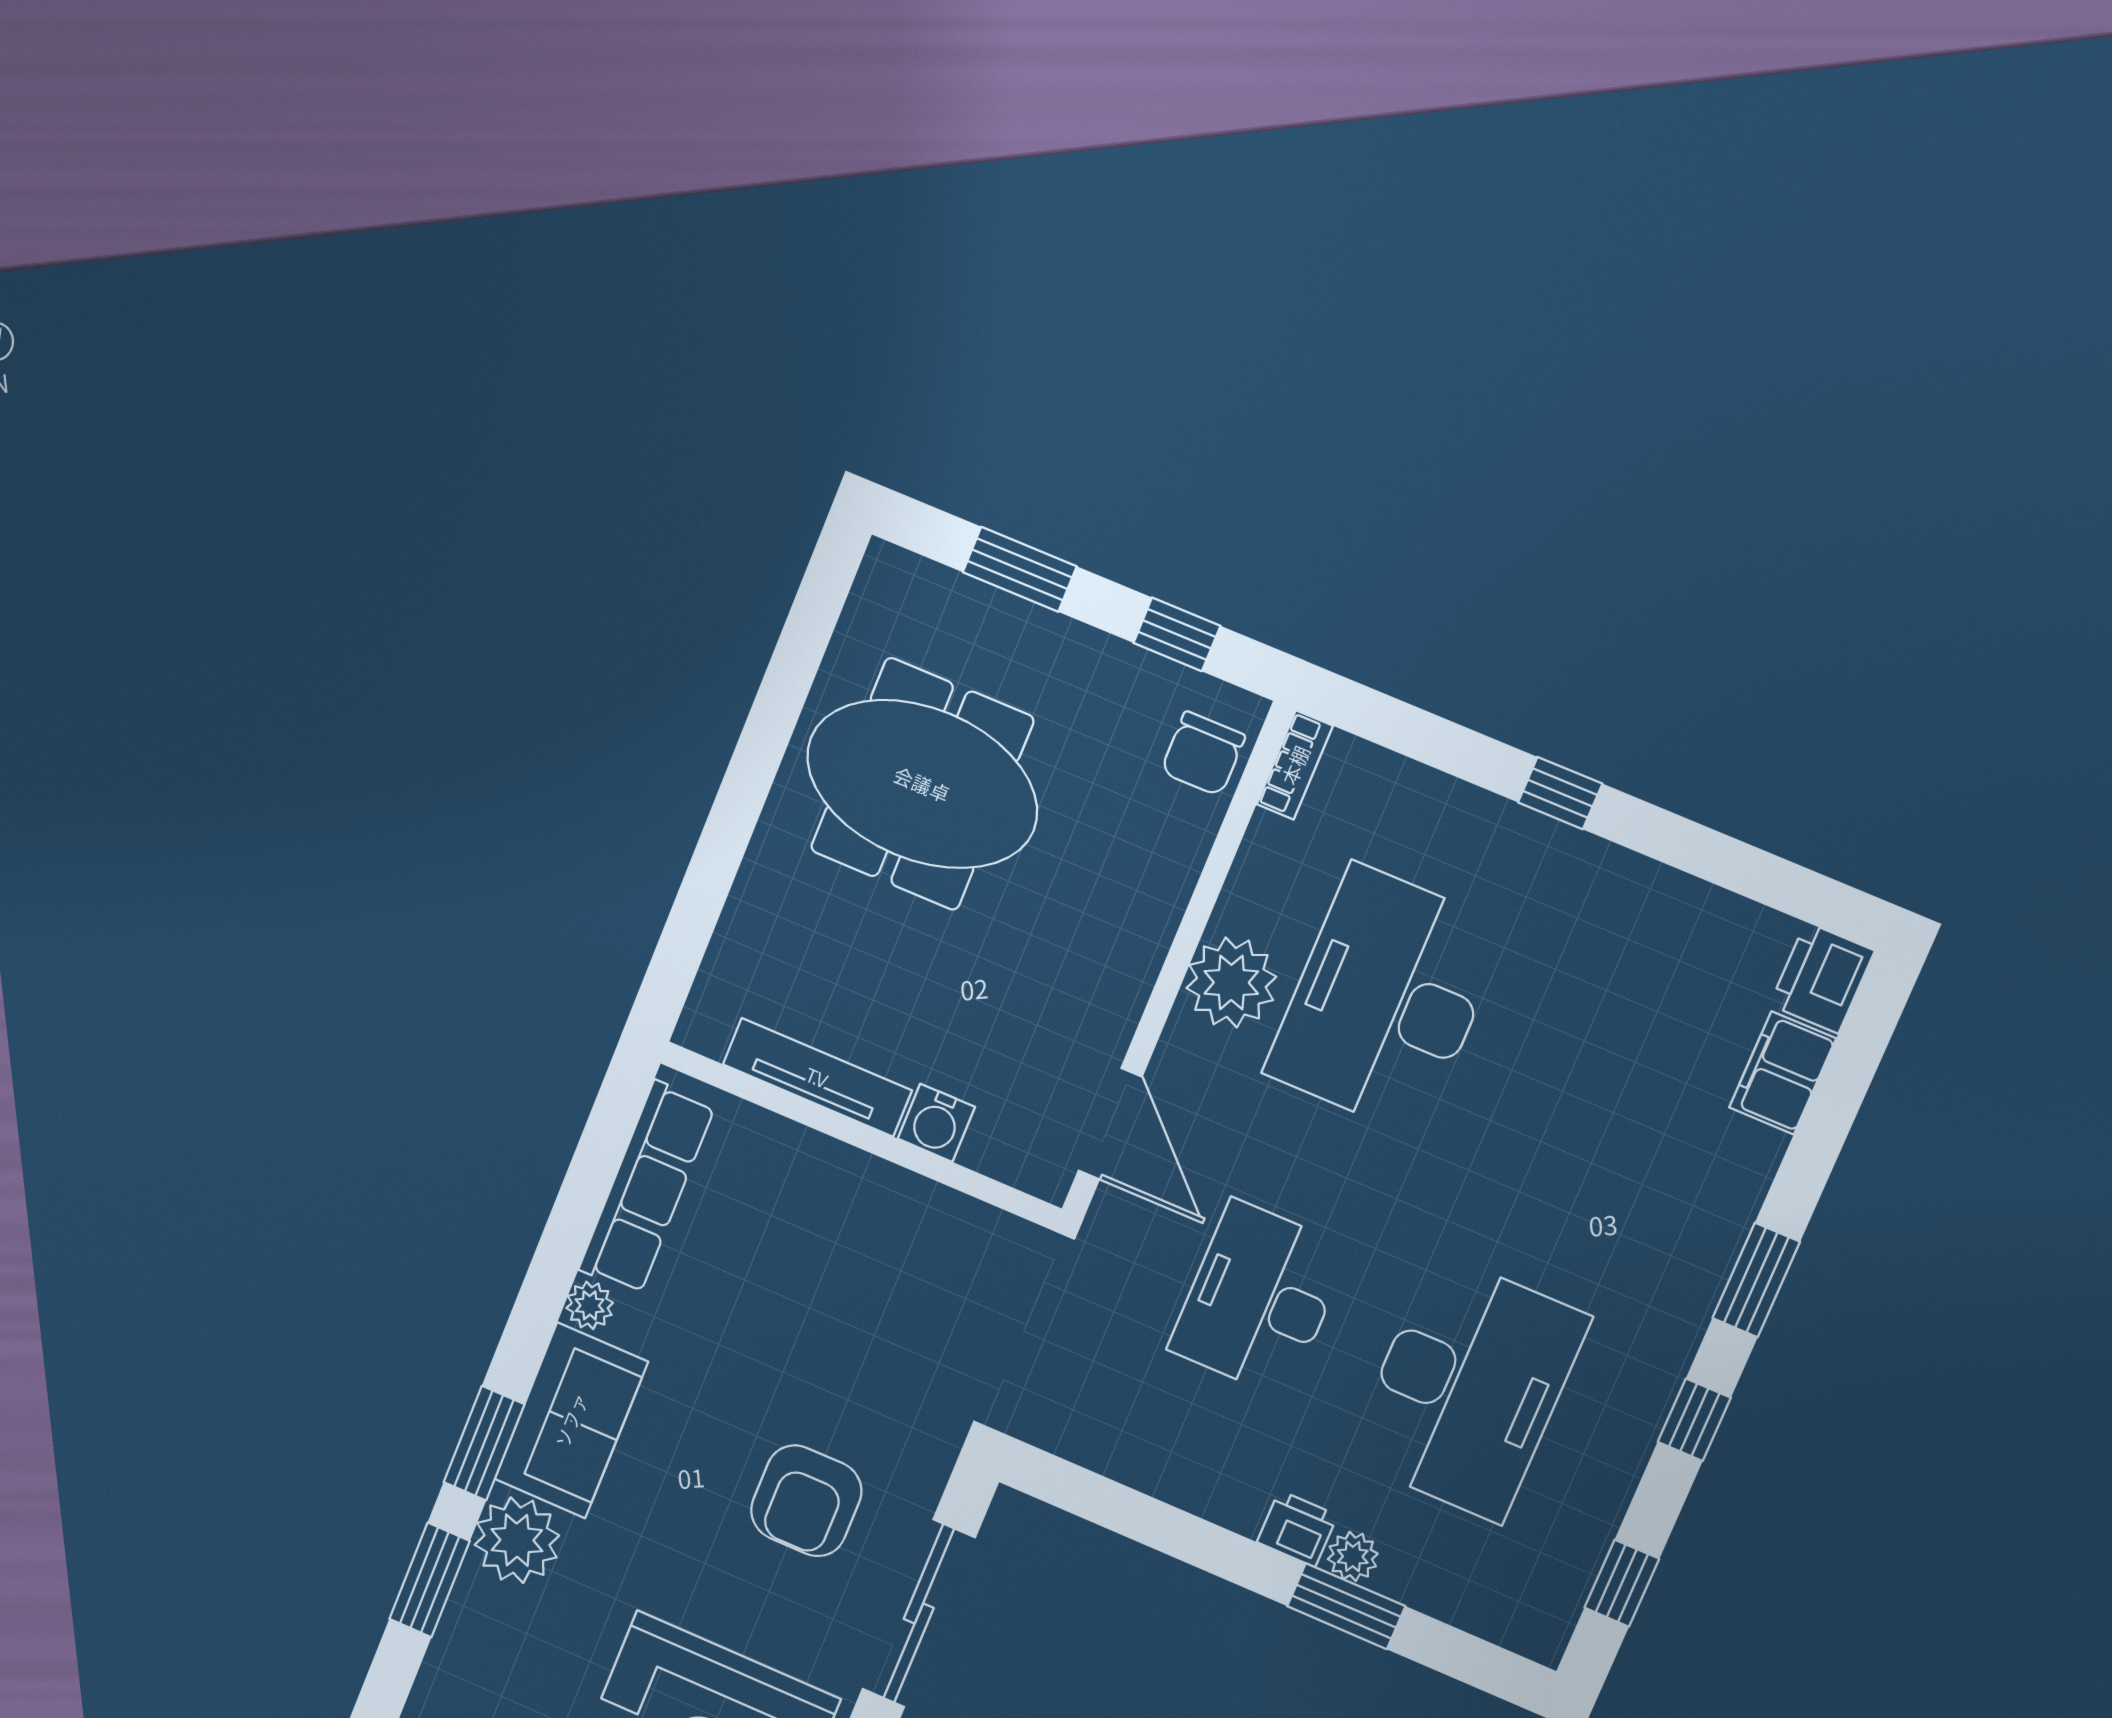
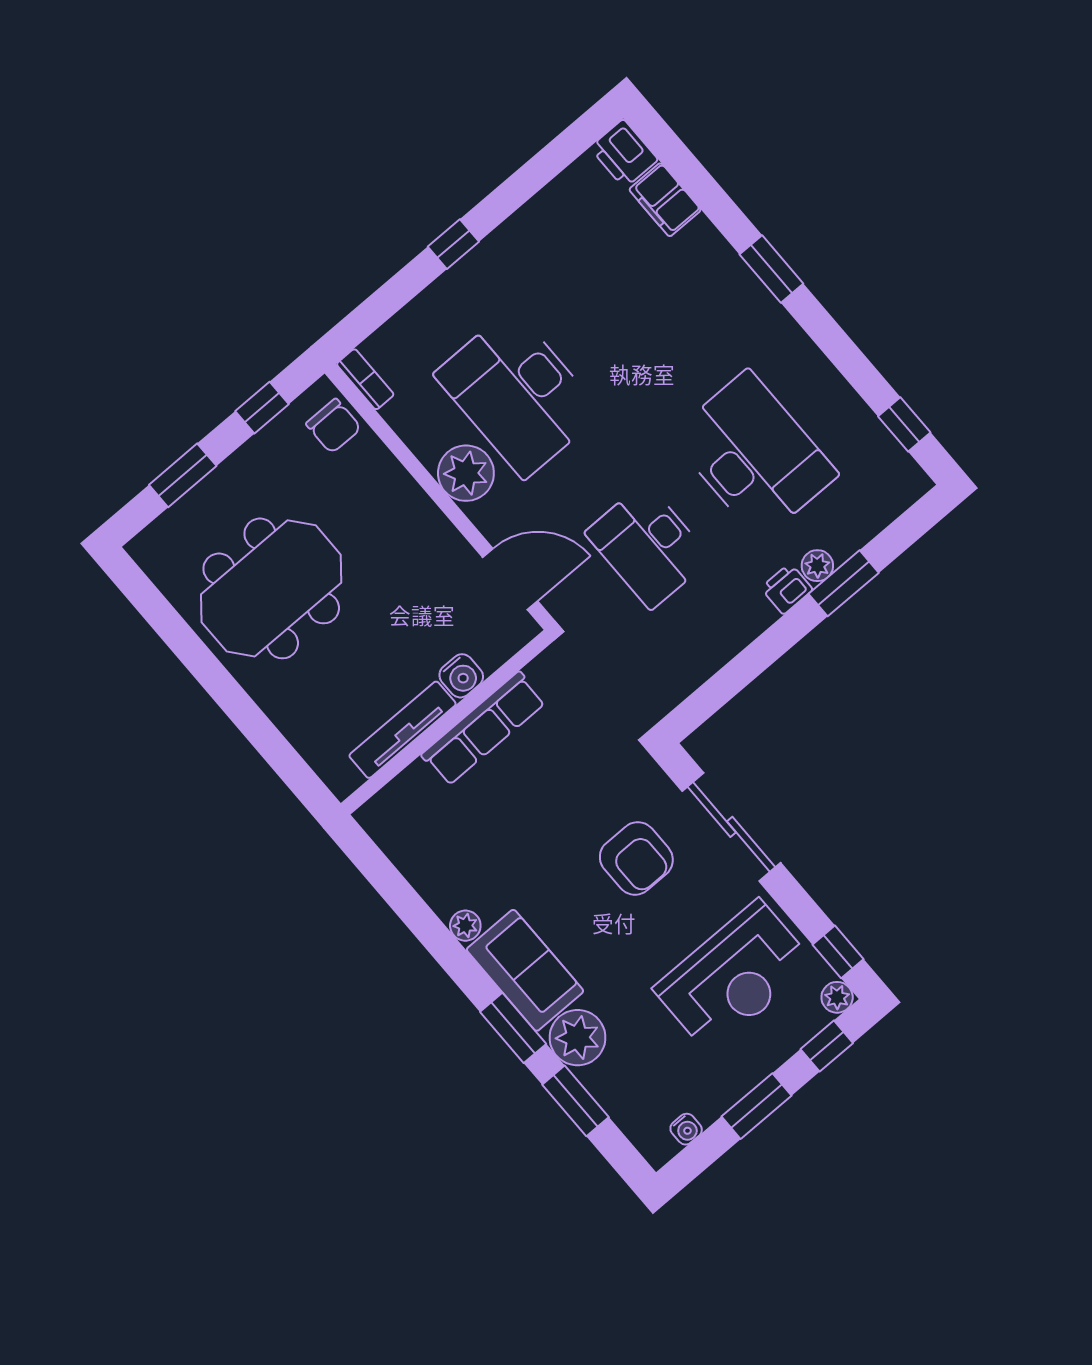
row of seats: (647, 1188) -> (483, 729), moved, turned 90
window: (1694, 1420) -> (832, 340), removed

